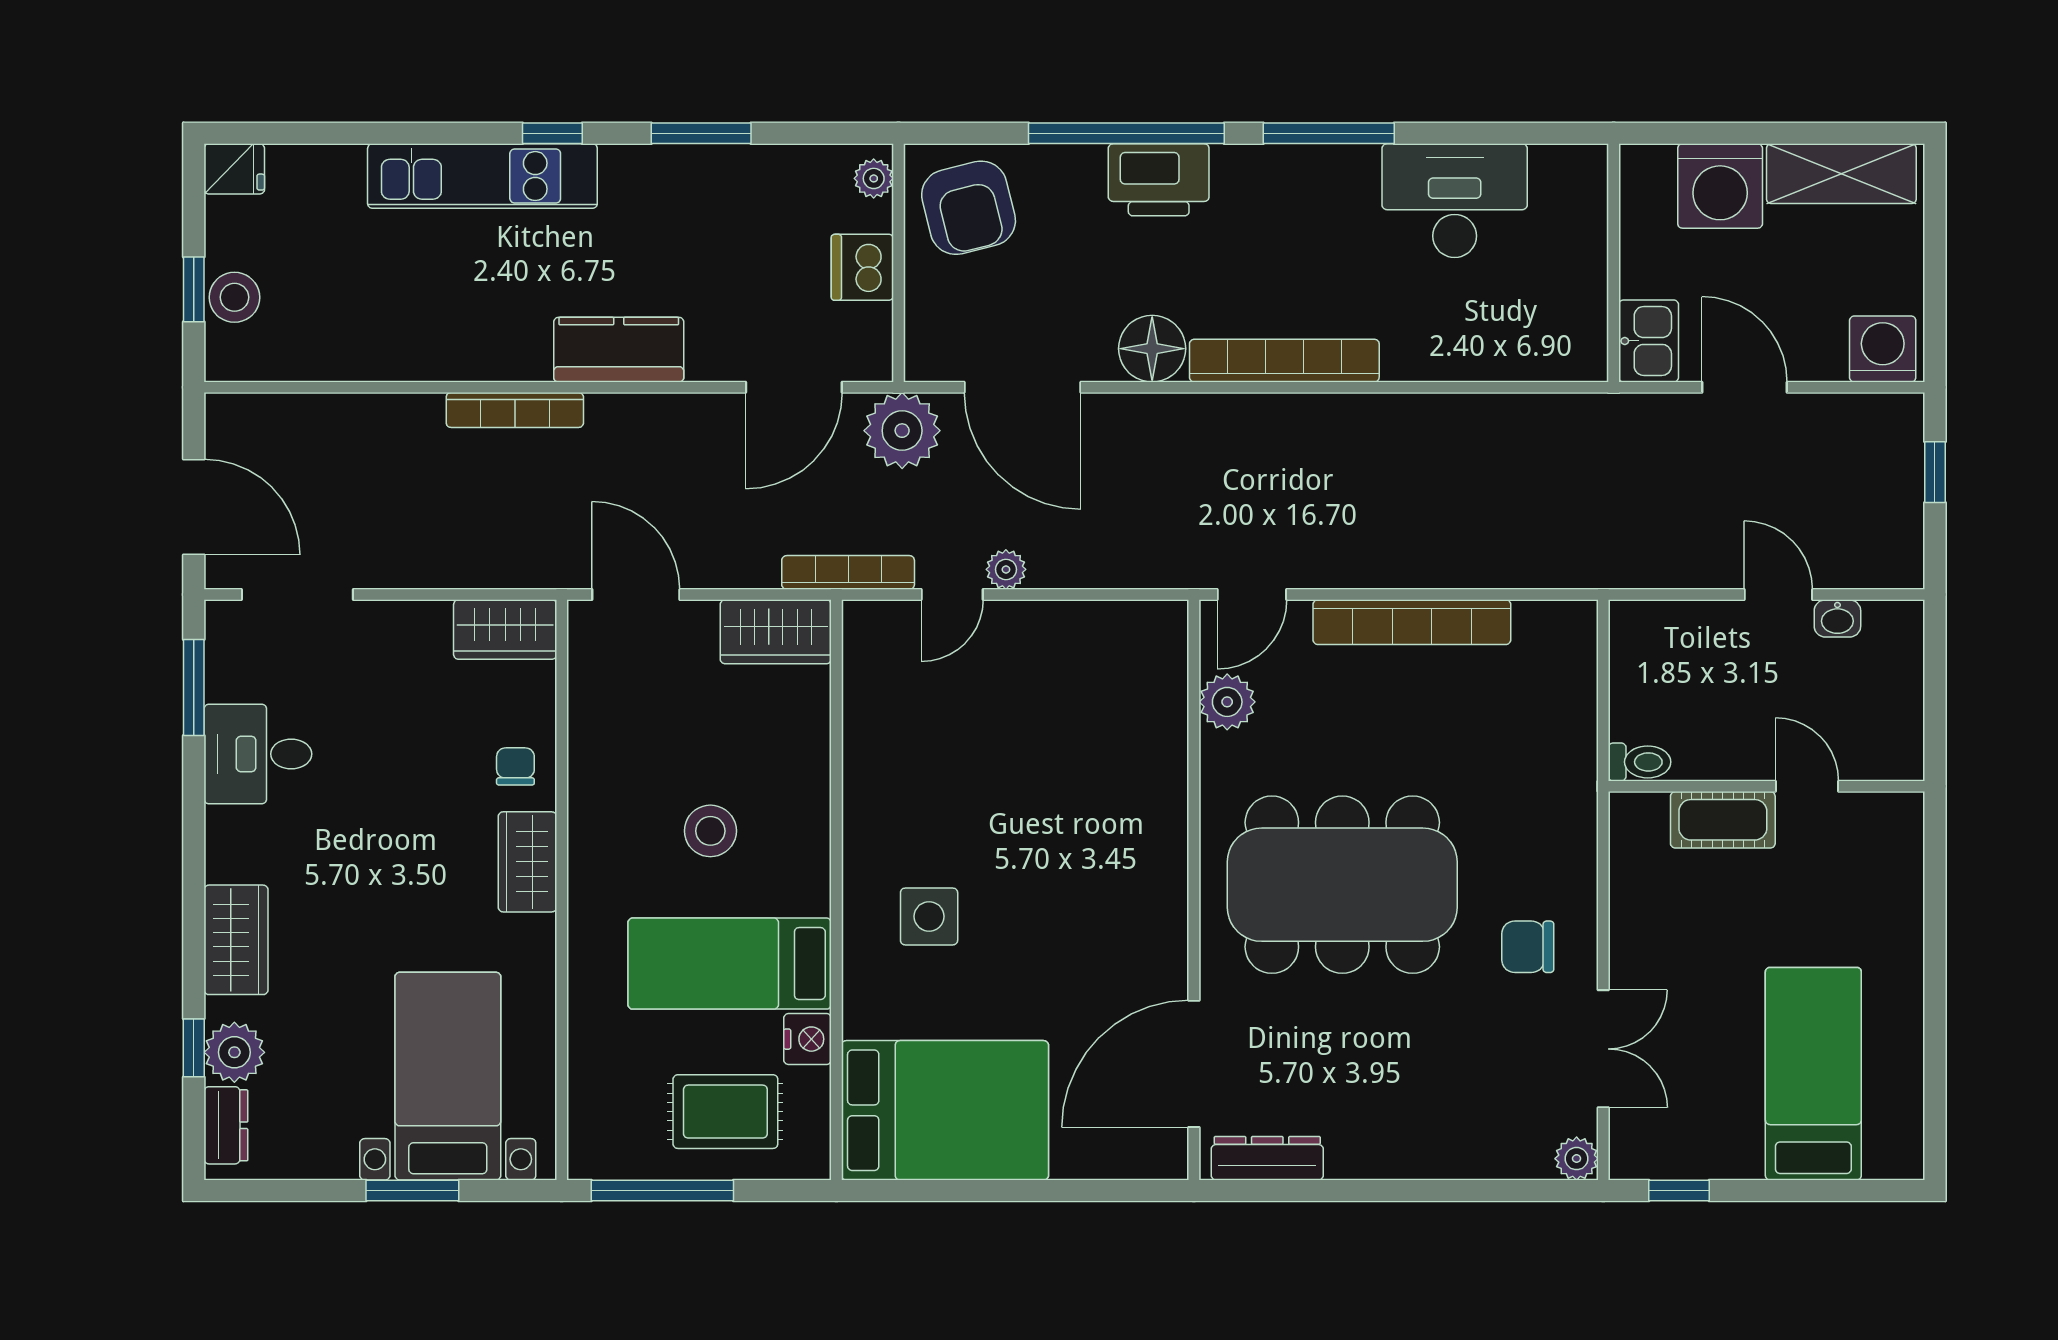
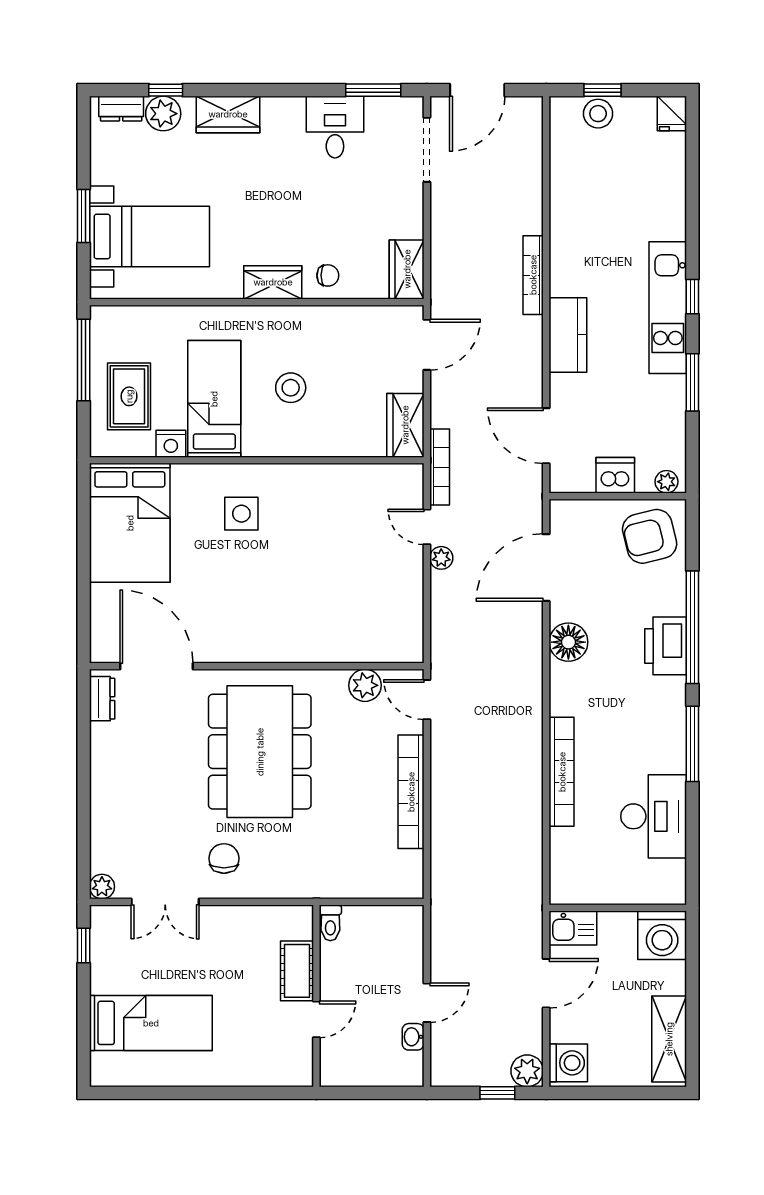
kitchen unit: (482, 176) -> (668, 308), moved
washing machine: (1720, 186) -> (662, 935), moved, turned -90
bookcase: (1284, 361) -> (562, 772), moved
plant: (902, 431) -> (527, 1071), moved, width x0.73, depth x0.73
dresser: (1267, 1158) -> (102, 699), width x0.70

